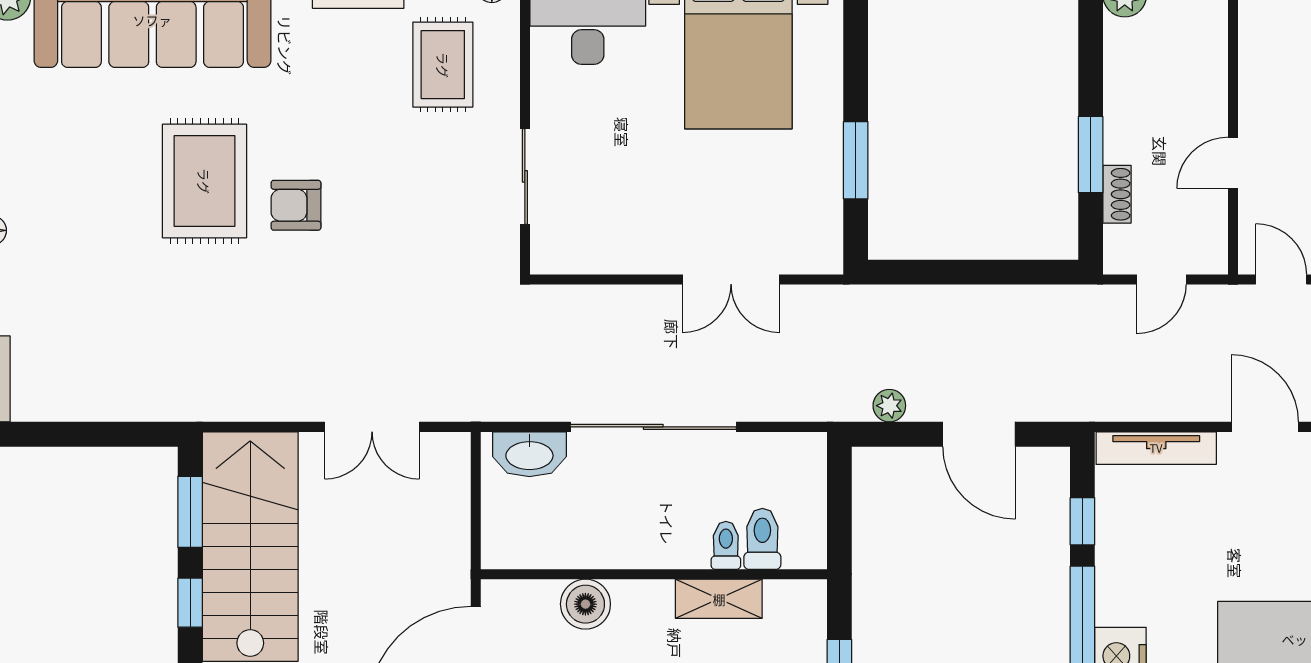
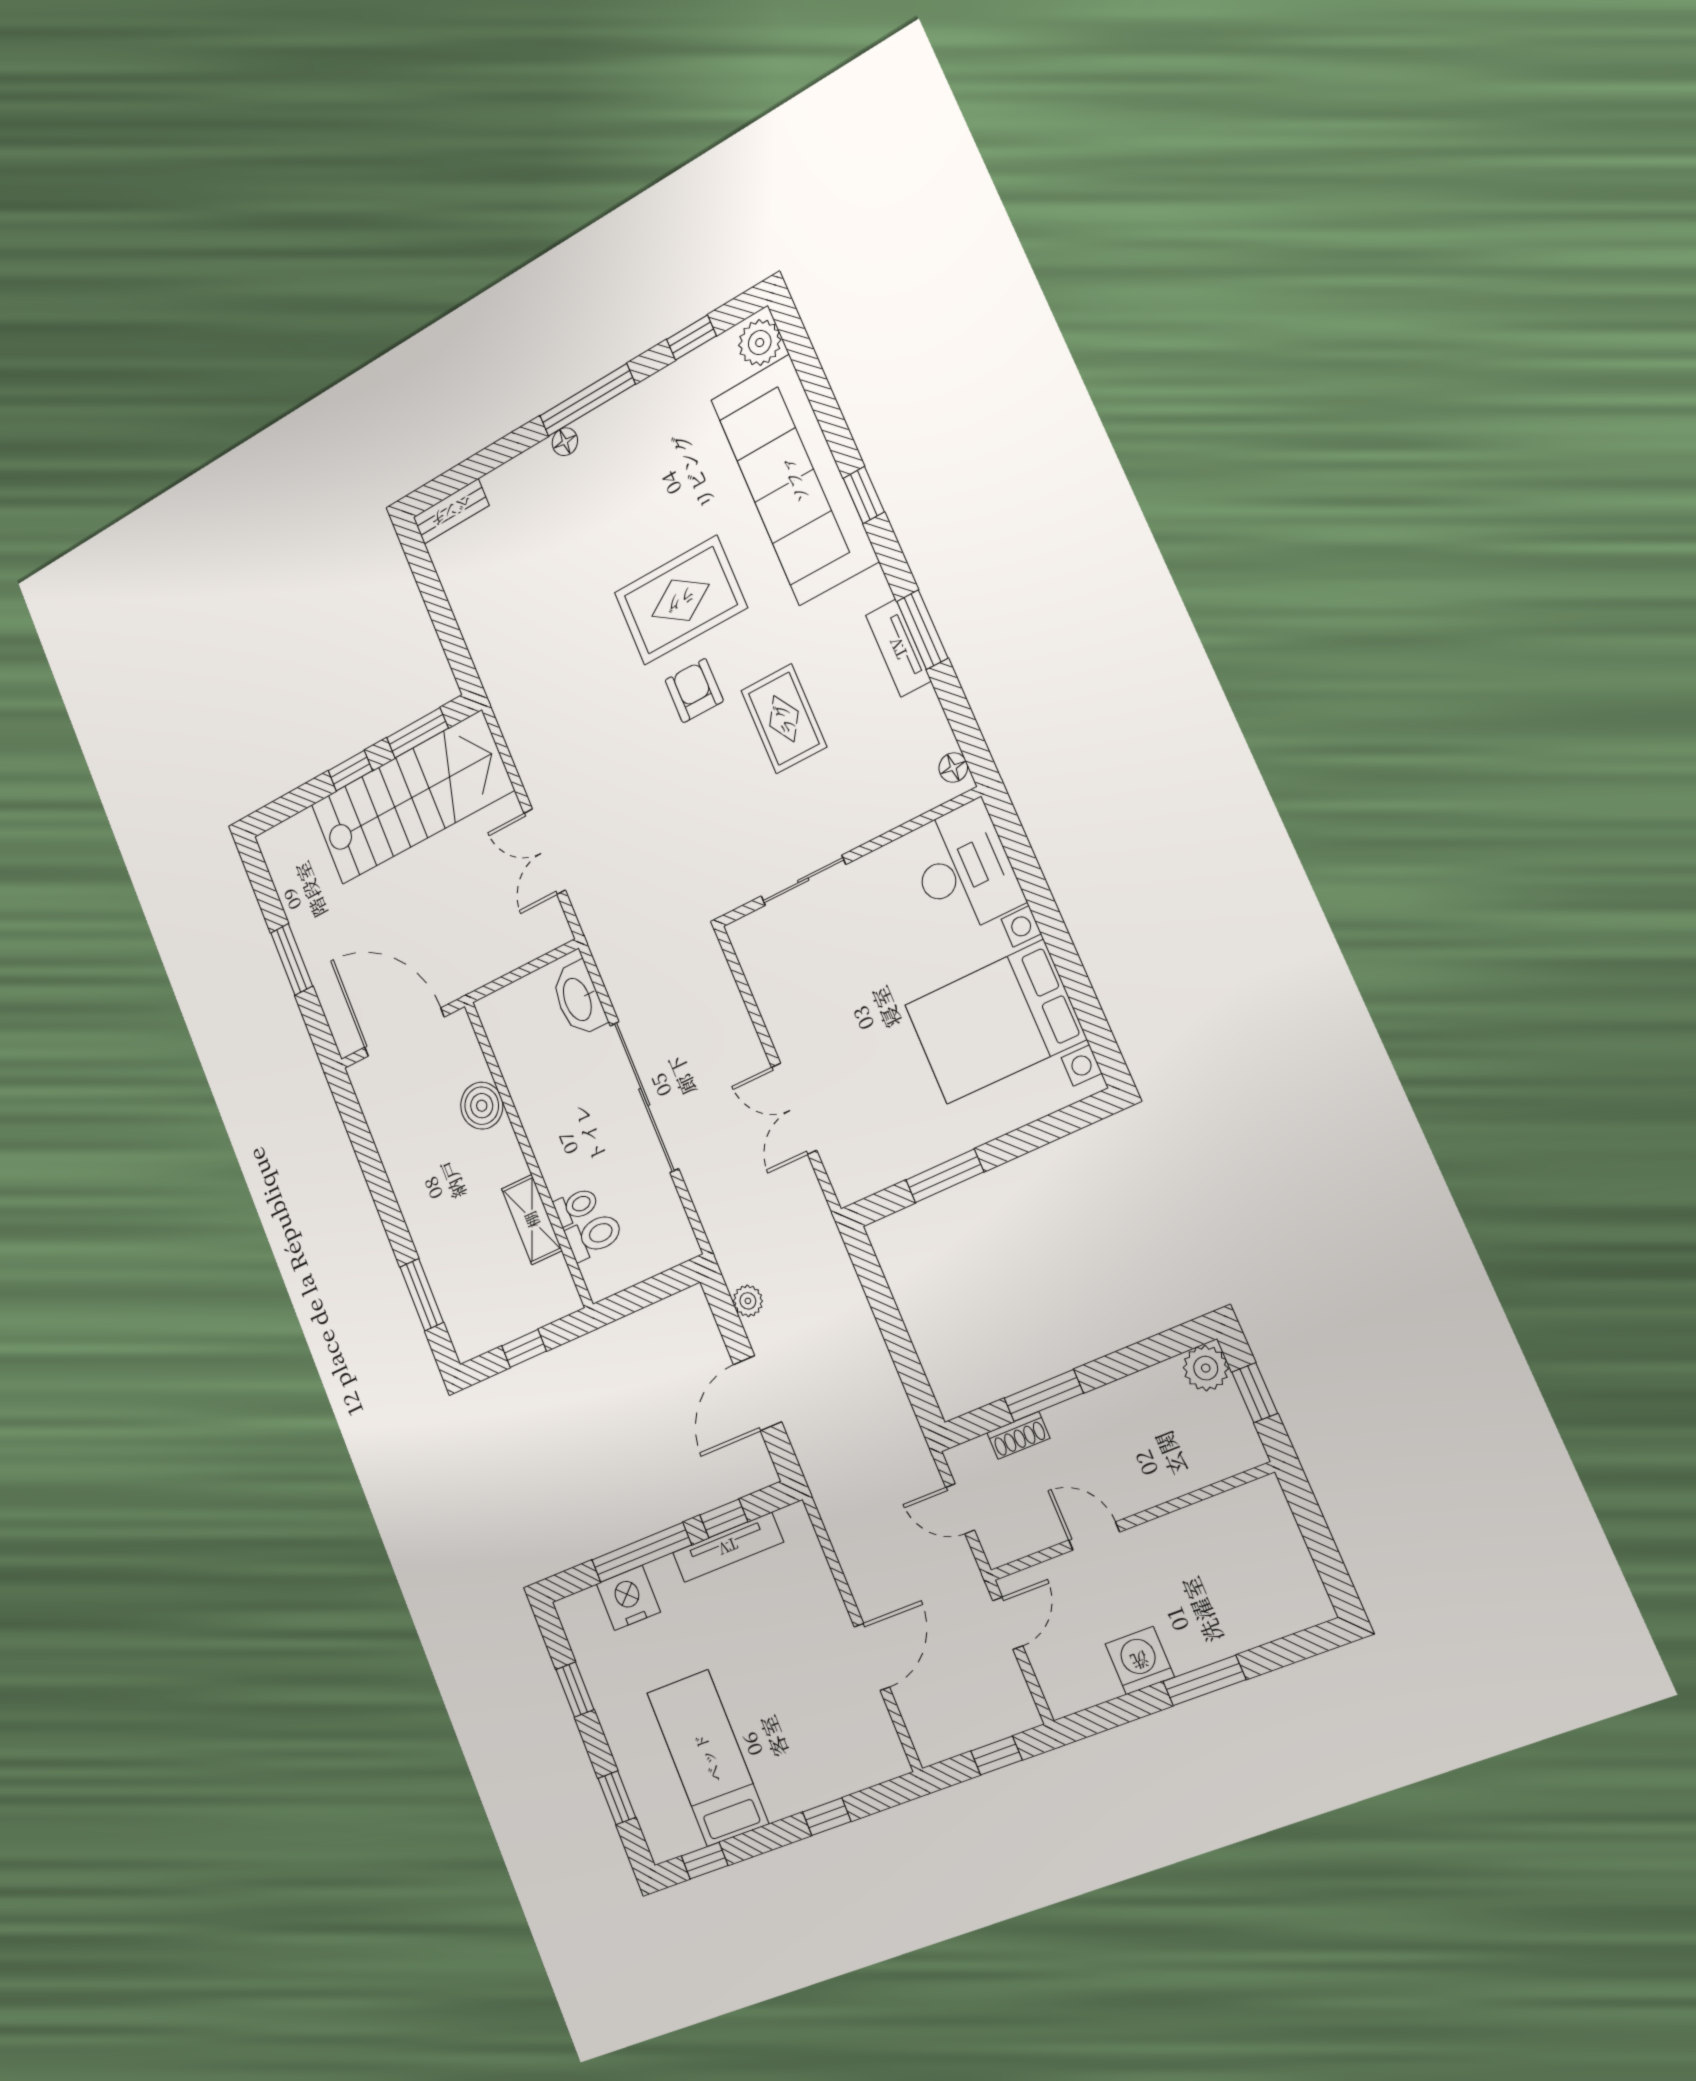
rug: (443, 65) -> (784, 719), moved, turned 90
tv unit: (1156, 448) -> (728, 1547), moved, turned -90

